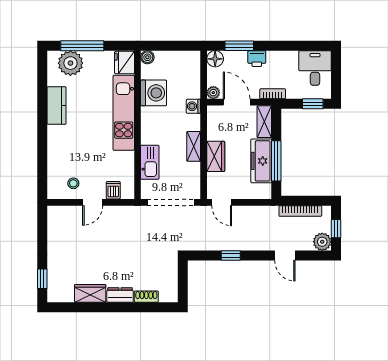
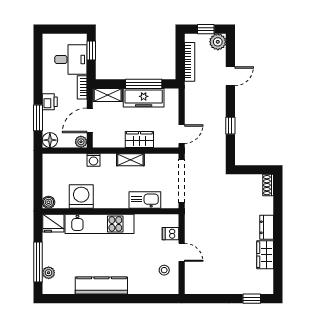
plant: (70, 63) -> (49, 273), width x0.53, depth x0.53
desk: (315, 68) -> (71, 59), moved, turned 180
kitchen counter: (57, 106) -> (101, 286), width x1.50
shoe rack: (146, 297) -> (268, 185), moved

